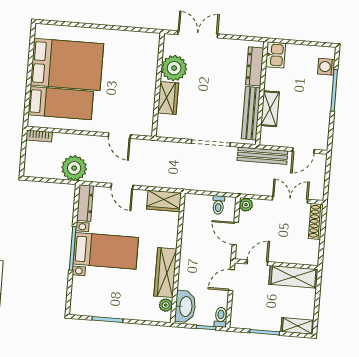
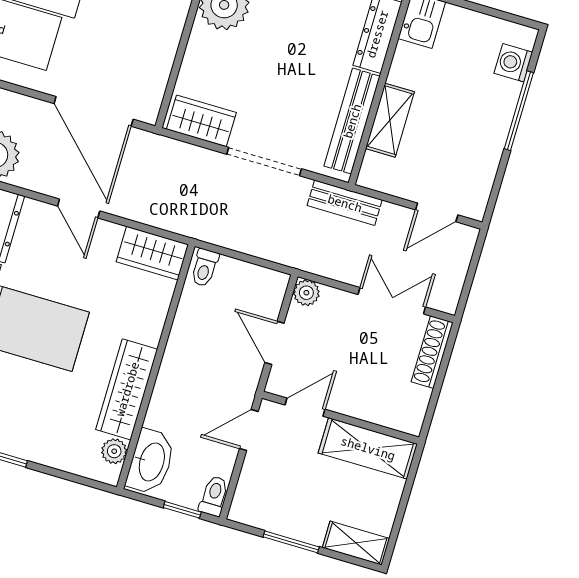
wardrobe: (168, 98) -> (201, 121), moved, turned -90
door: (119, 136) -> (94, 111), width x1.88
bench: (262, 156) -> (345, 203), width x0.73
toilet: (218, 205) -> (205, 268), moved

